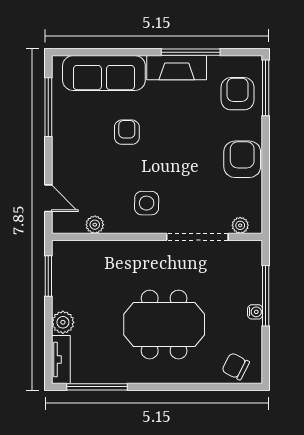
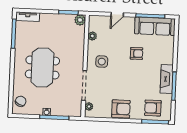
sofa: (104, 73) -> (155, 26), moved, turned -90
armchair: (238, 94) -> (153, 108), turned 180
door: (48, 198) -> (117, 15), moved
plant: (63, 322) -> (80, 20), moved

